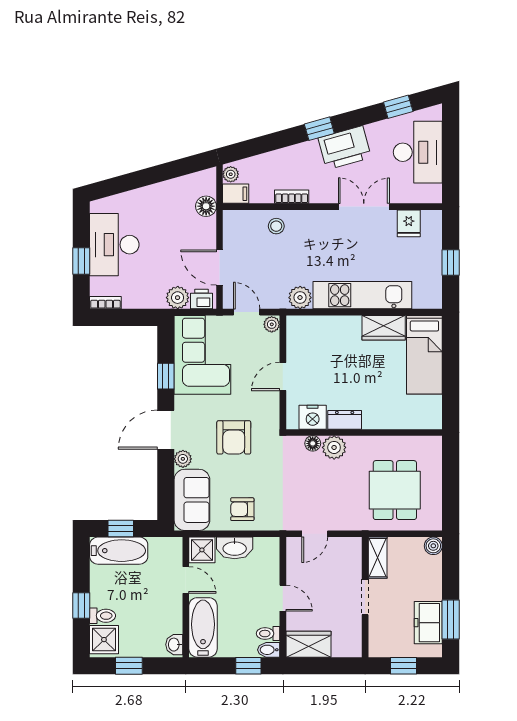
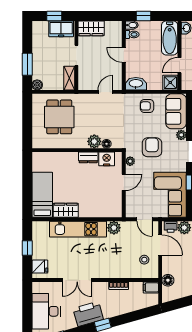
plant: (231, 174) -> (154, 299), removed
fridge: (409, 223) -> (40, 267), moved, turned 90
stool: (276, 226) -> (144, 260), moved
plant: (272, 324) -> (130, 161), moved
armchair: (242, 509) -> (147, 106), turned 180
washbasin: (235, 548) -> (136, 84), moved
door: (186, 580) -> (180, 65), hinge flipped
window: (451, 620) -> (27, 64), moved
freezer: (428, 623) -> (61, 29), moved, turned 90
wardrobe: (308, 644) -> (91, 28), moved

